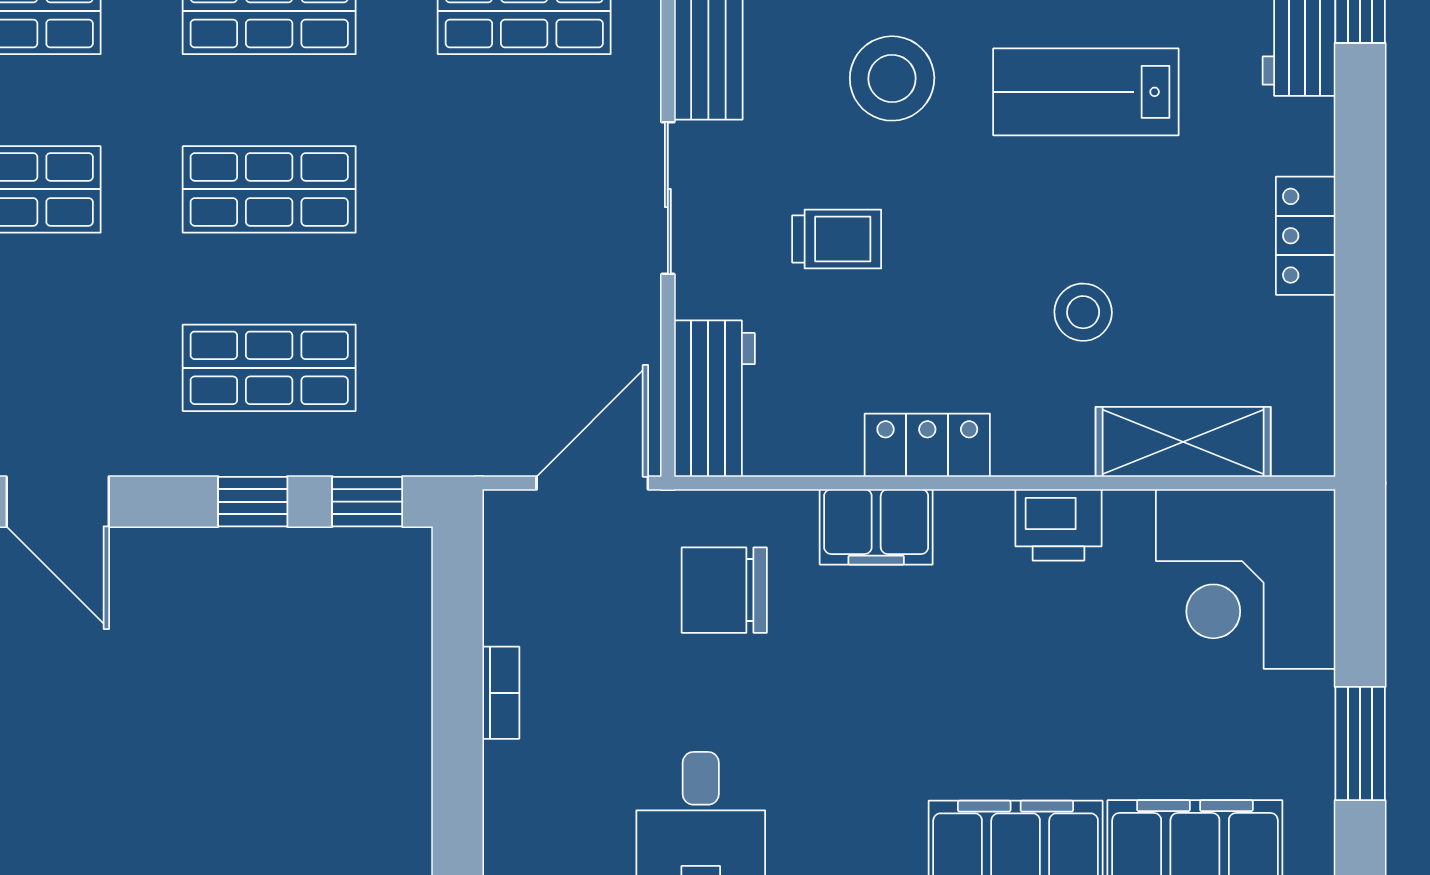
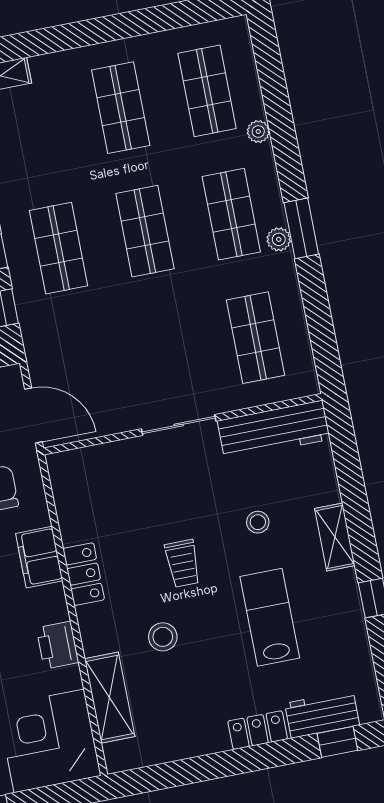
stool: (892, 78) -> (258, 522), width x0.53, depth x0.53
locker: (1306, 236) -> (258, 730), moved
trolley: (837, 239) -> (183, 563), moved
workbench: (714, 399) -> (86, 467), removed

